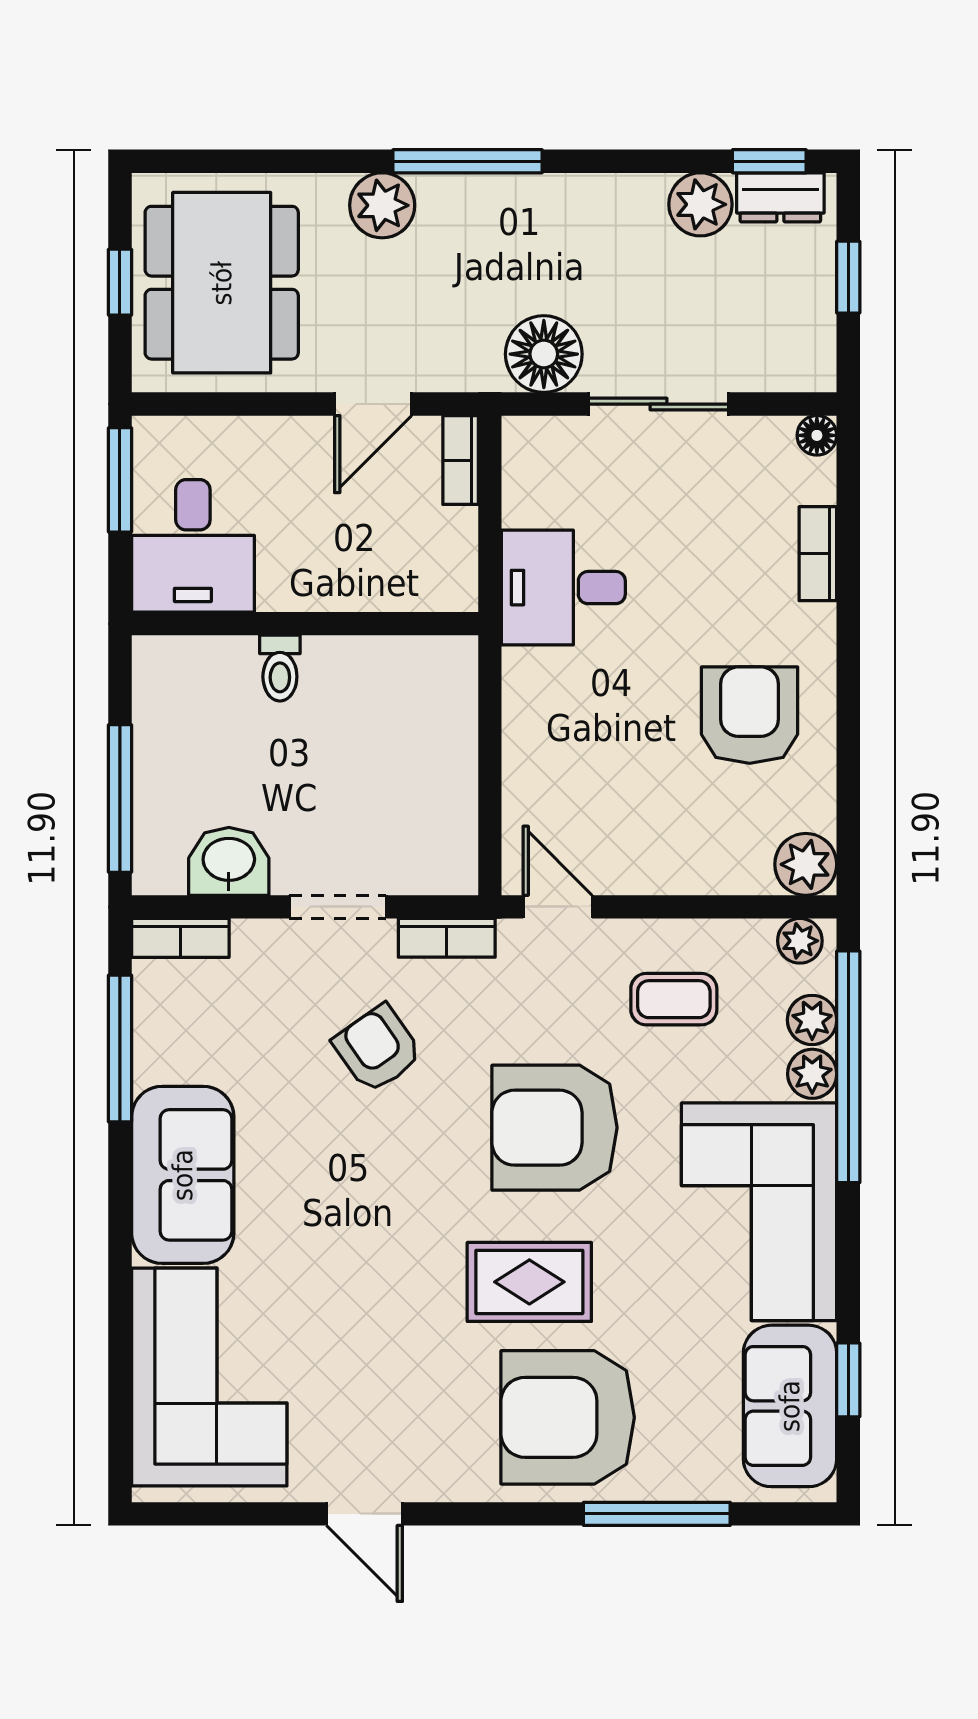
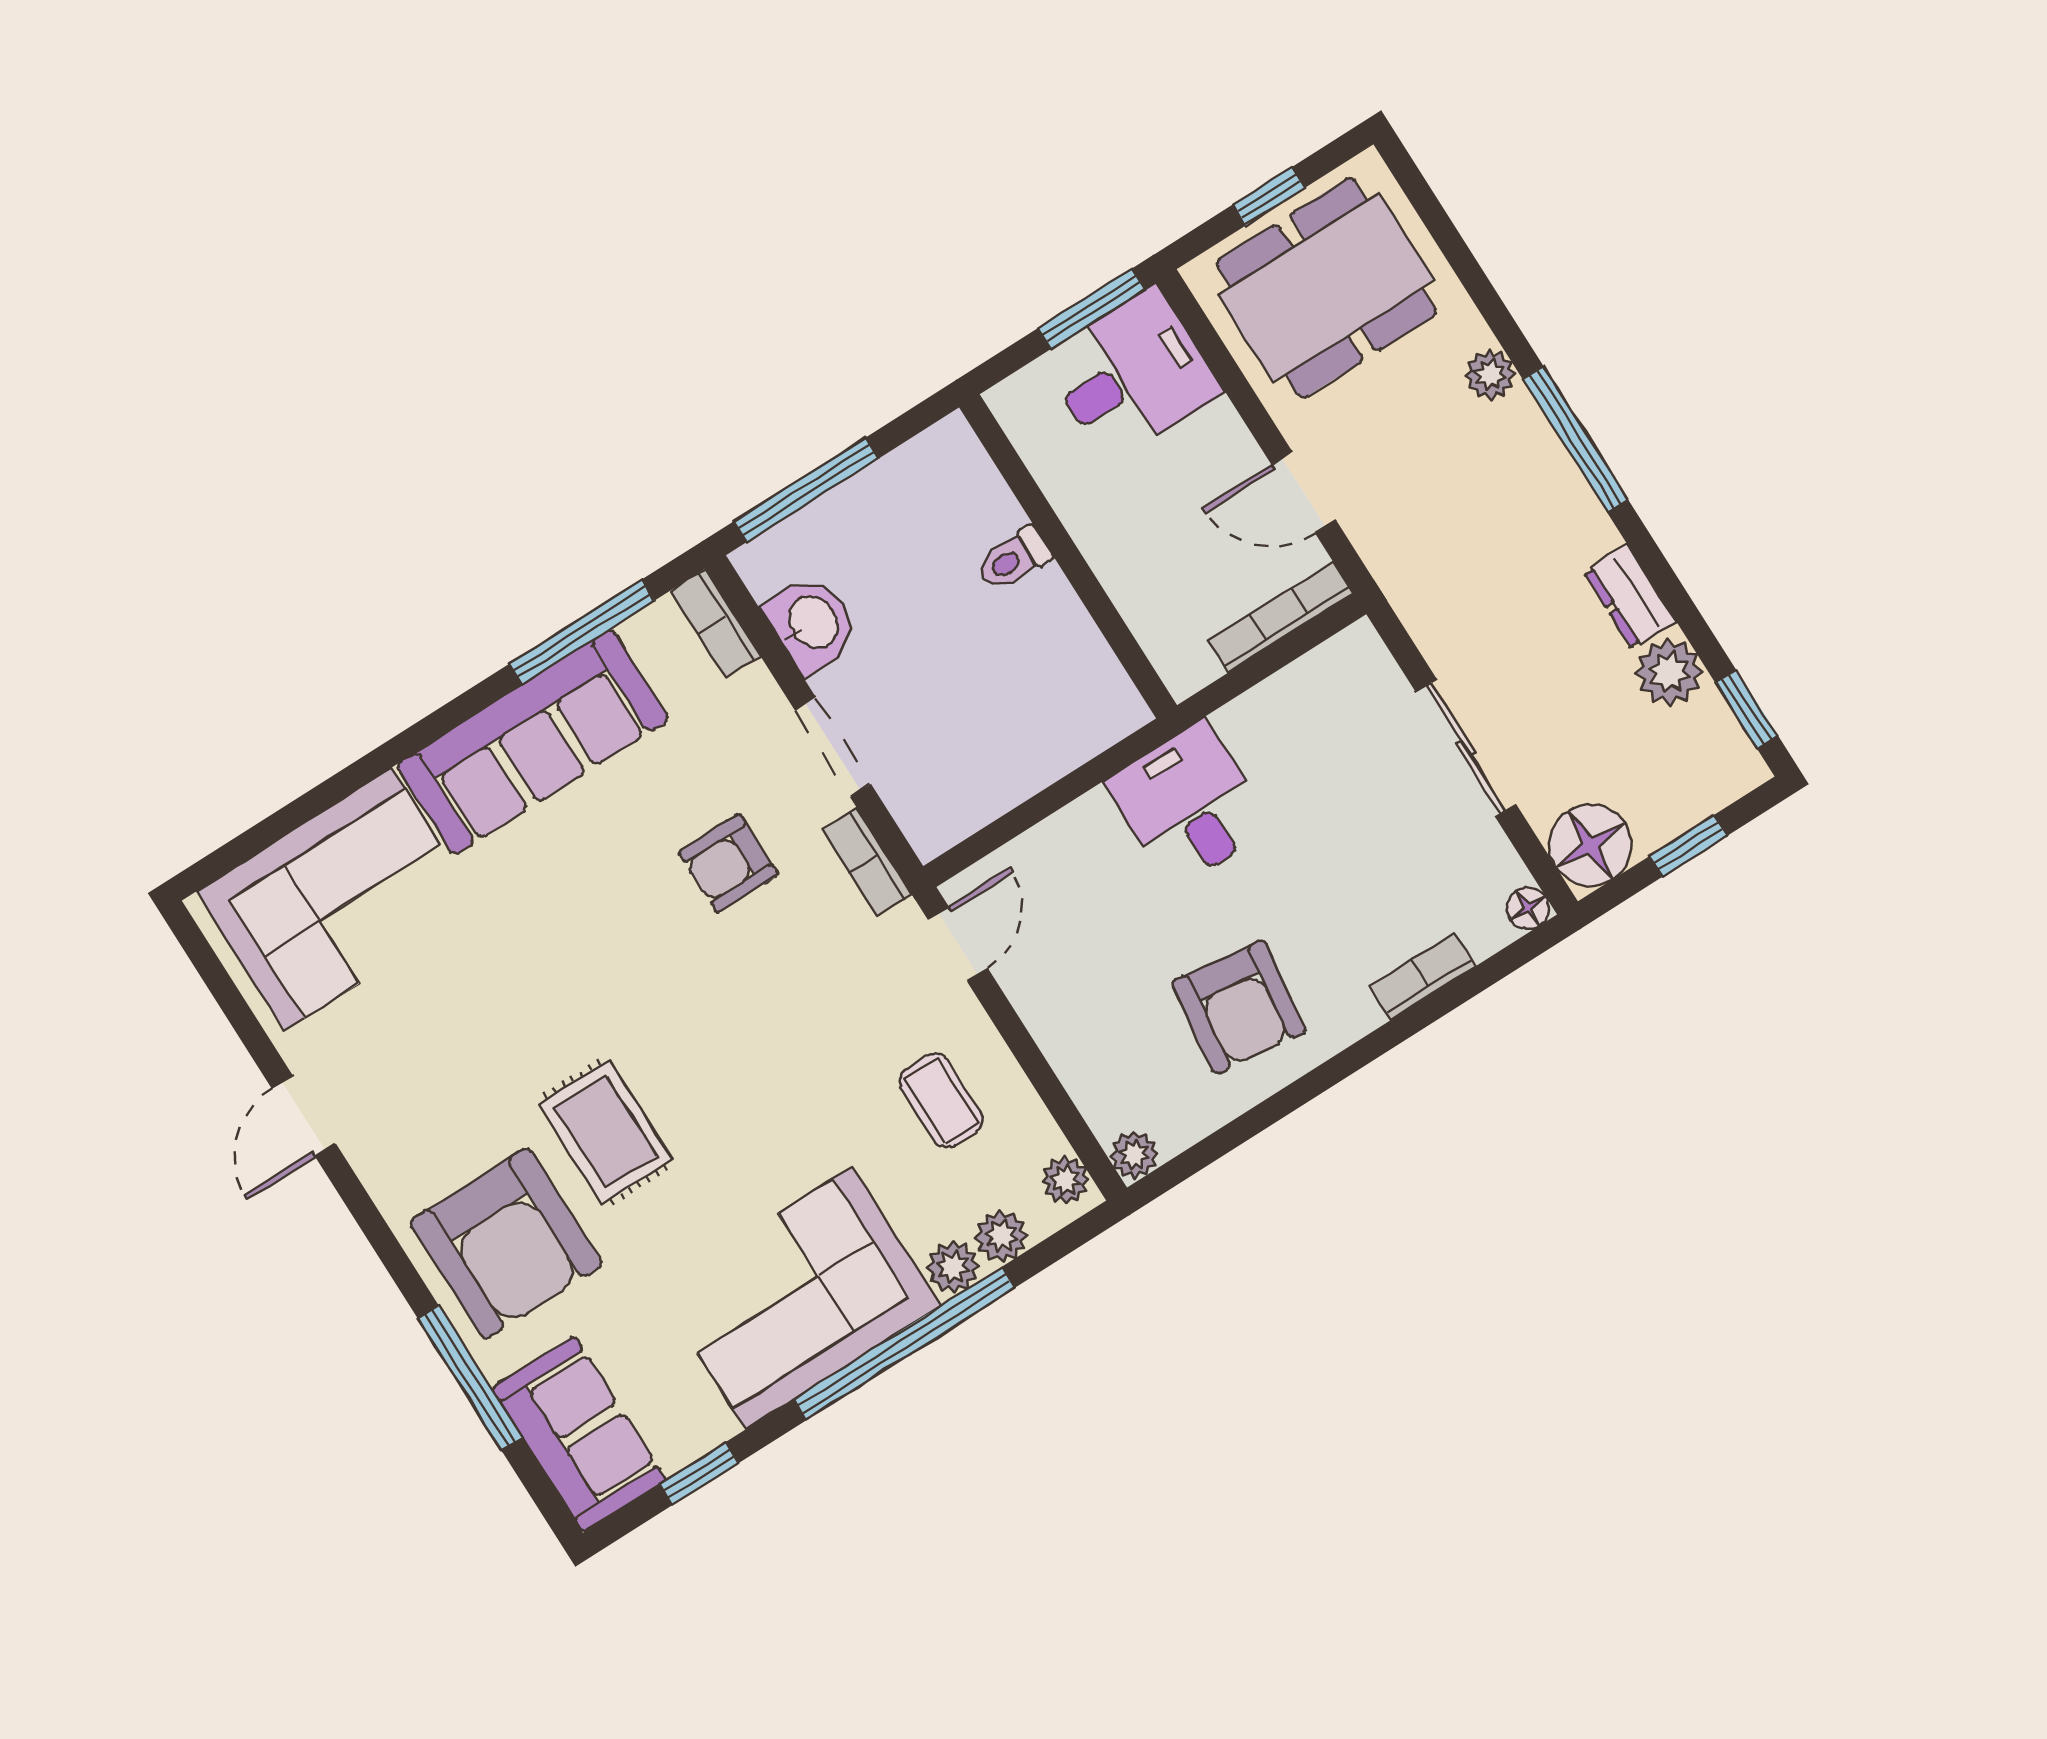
dresser: (780, 197) -> (1630, 597), moved
plant: (382, 205) -> (1490, 375), width x0.73, depth x0.73
floor lamp: (544, 354) -> (1590, 845), moved
bookcase: (461, 460) -> (1281, 617), width x1.56
desk: (193, 546) -> (1131, 375), moved, turned 180
desk: (563, 588) -> (1189, 805), moved
armchair: (750, 715) -> (1239, 1007), turned 97
plant: (806, 864) -> (1134, 1155), width x0.73, depth x0.73
armchair: (378, 1049) -> (728, 863), turned -145
window: (848, 1067) -> (904, 1344), moved
armchair: (555, 1128) -> (758, 1067), removed
sofa: (183, 1175) -> (533, 742), width x1.36
sofa: (790, 1406) -> (579, 1434), moved, turned 90
armchair: (568, 1417) -> (506, 1243), turned 180

